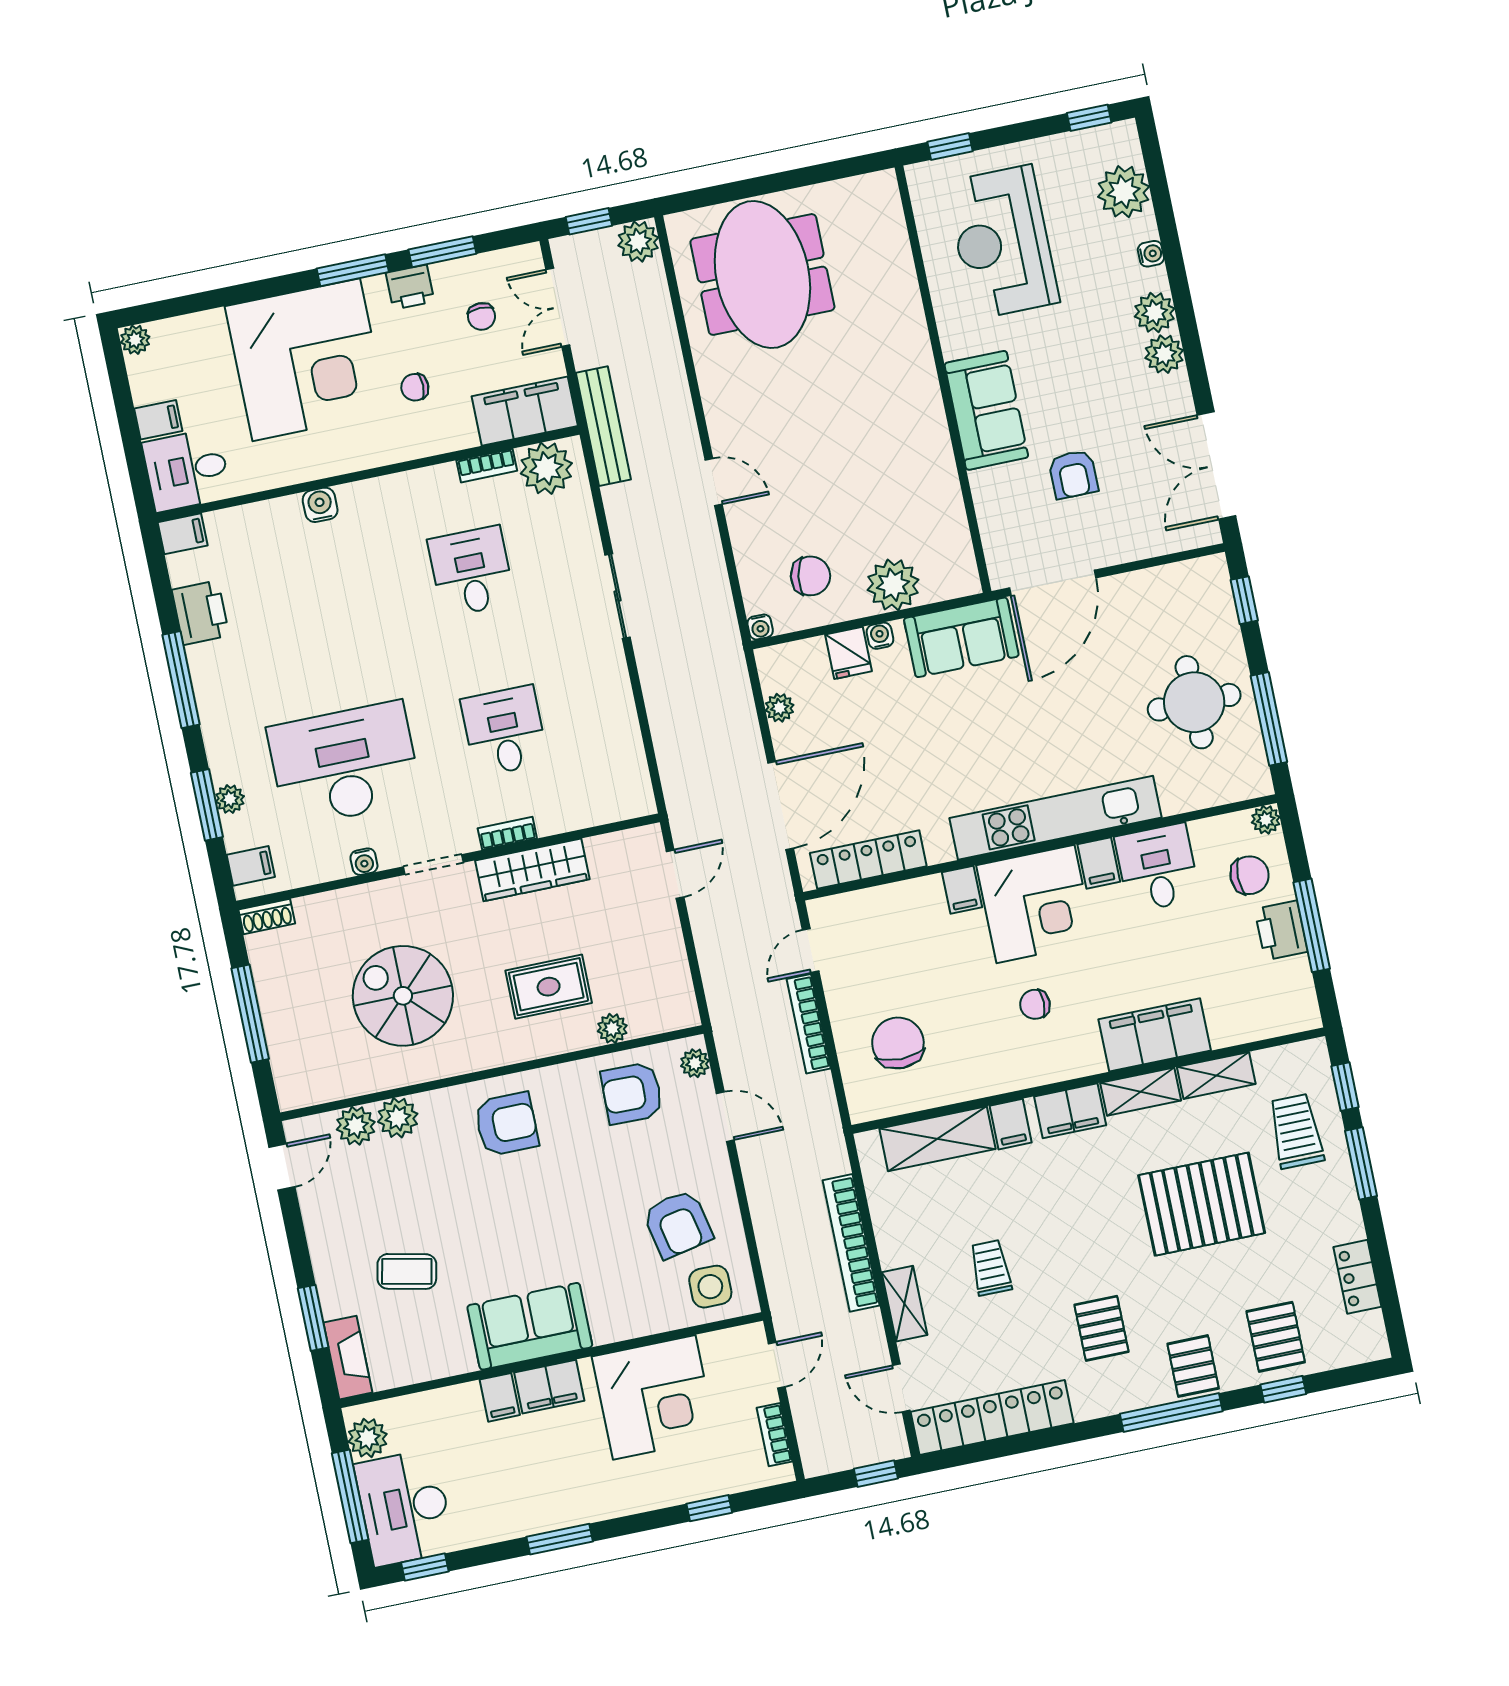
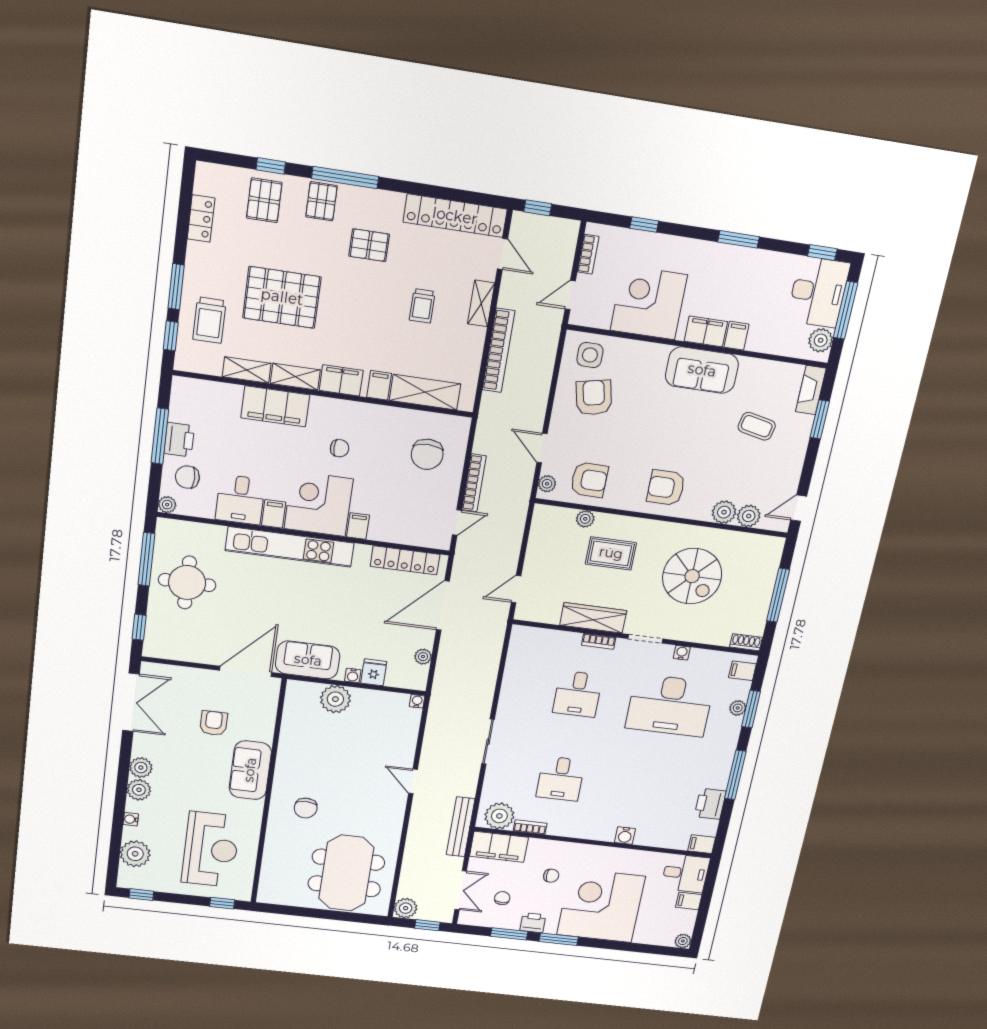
chair: (811, 576) -> (306, 808), moved, turned -100
pallet: (1101, 1328) -> (369, 245), turned 90

